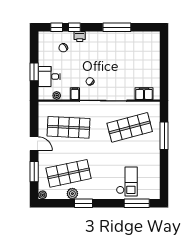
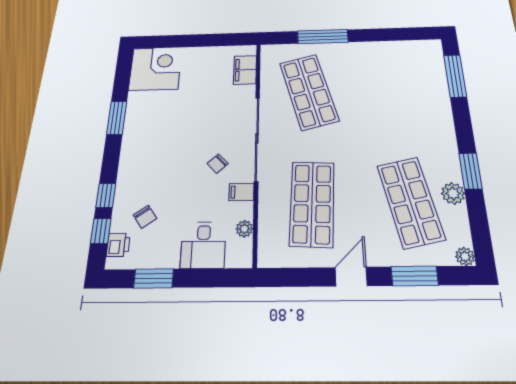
window: (117, 27) -> (117, 118), width x0.69
printer: (80, 36) -> (118, 245), moved
corner desk: (146, 45) -> (155, 69), added
window: (34, 72) -> (154, 278), moved
checkout: (127, 181) -> (415, 94), removed

